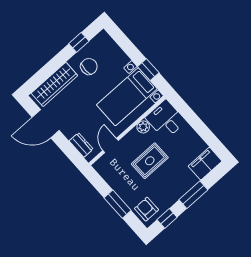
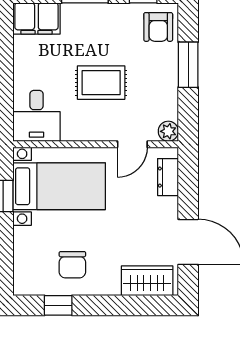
chair: (89, 67) -> (72, 265), turned -90
wardrobe: (54, 84) -> (147, 281), width x0.67
plant: (143, 127) -> (168, 131), moved

